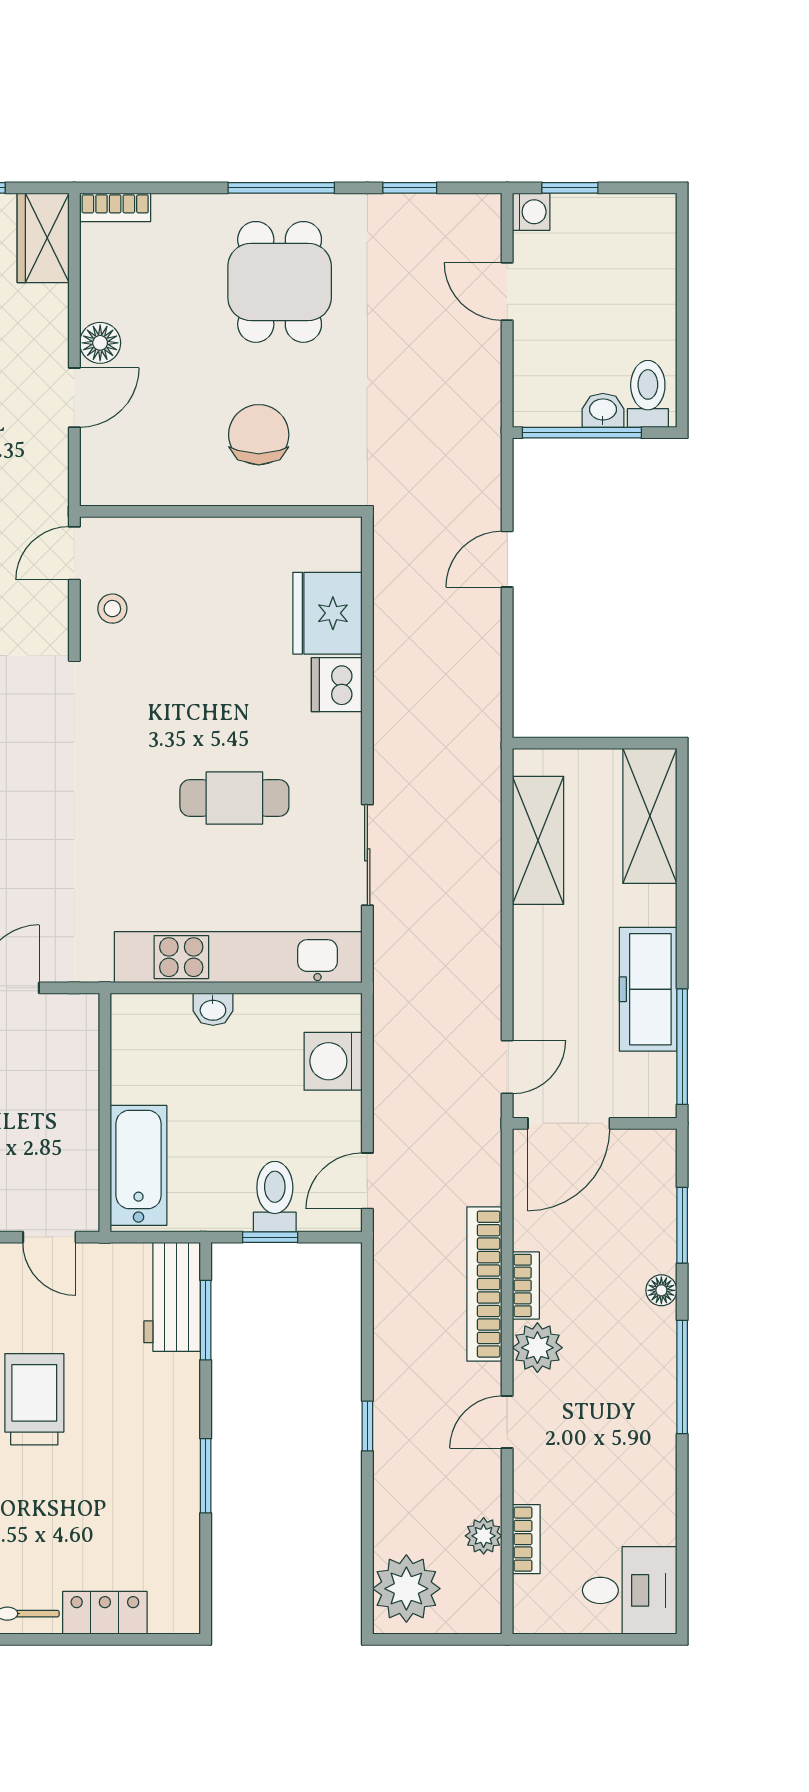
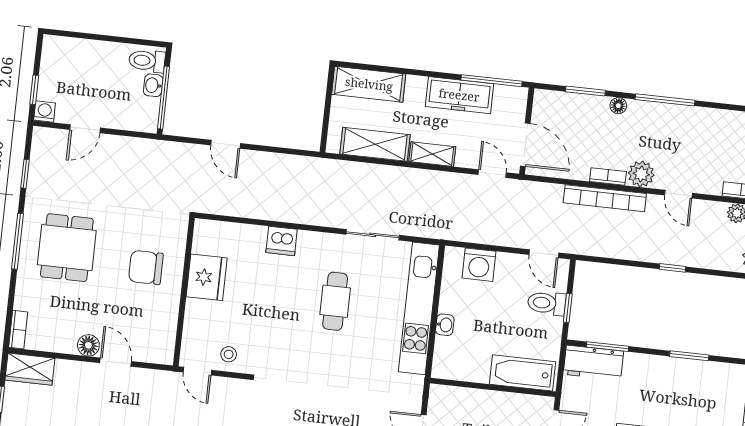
dining table: (280, 282) -> (67, 248), turned 90
fridge: (327, 613) -> (207, 277), moved, turned -90
shelving: (531, 950) -> (432, 154), added

